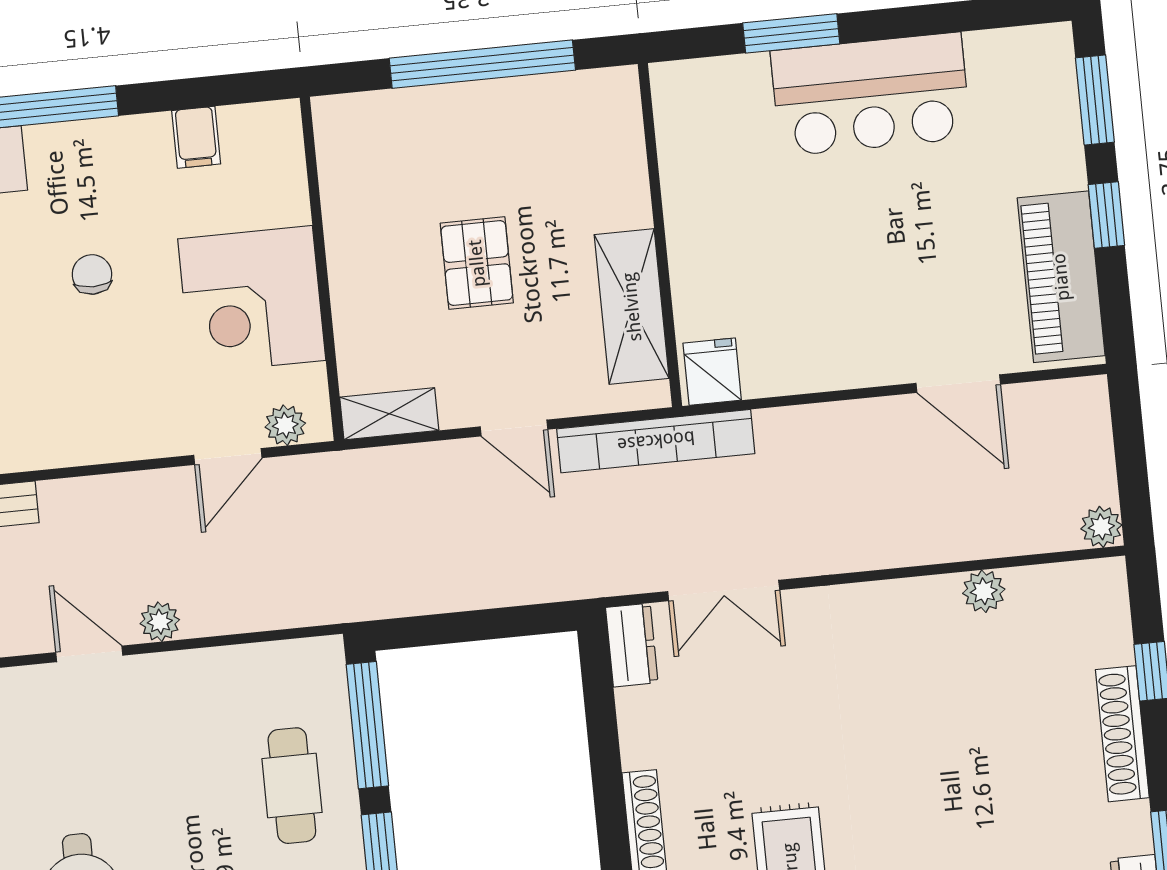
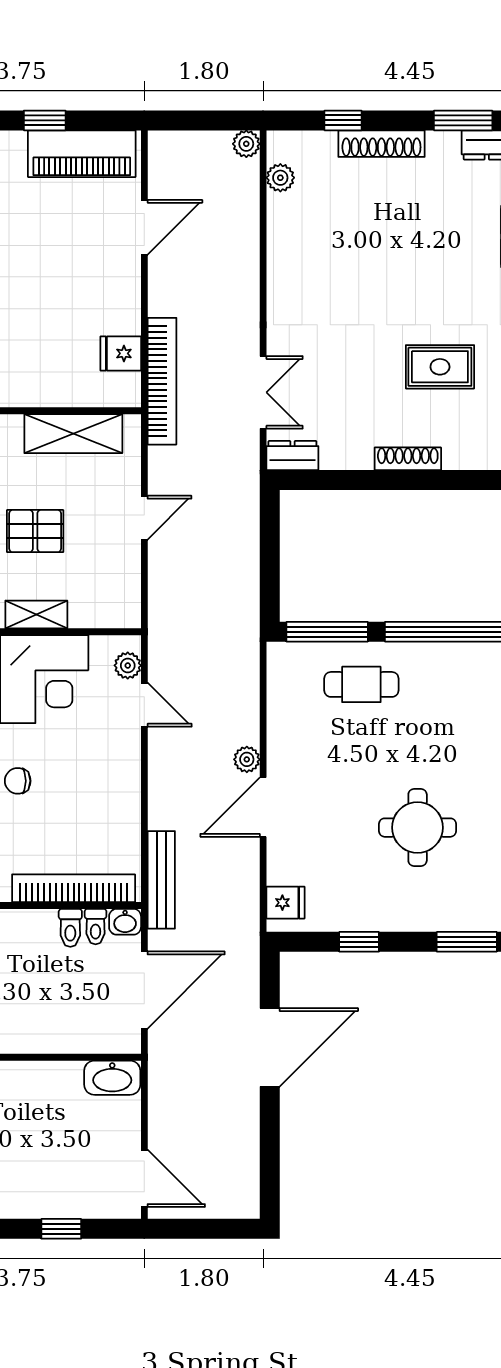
fridge: (712, 372) -> (121, 353), moved
shelving: (389, 414) -> (36, 614), moved, turned 90
bookcase: (656, 441) -> (162, 381), moved
plant: (984, 591) -> (280, 178), moved
door: (89, 654) -> (263, 807), width x1.38

